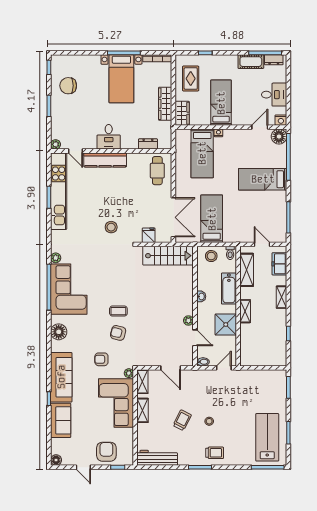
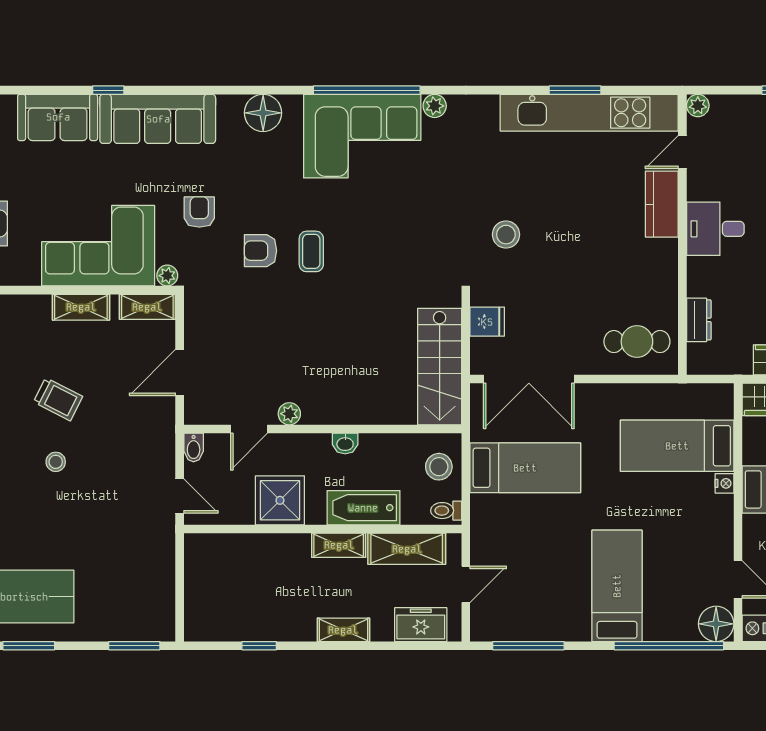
kitchen counter: (105, 160) -> (662, 204), width x0.67
shelving: (245, 311) -> (339, 545), moved
armchair: (118, 333) -> (261, 251), turned -104

